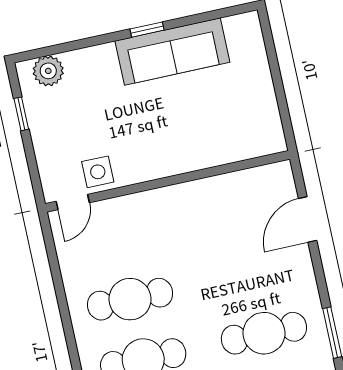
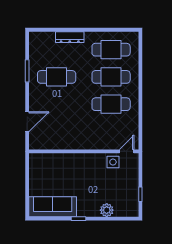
sofa: (172, 52) -> (53, 207), moved
plant: (48, 71) -> (107, 210), moved

